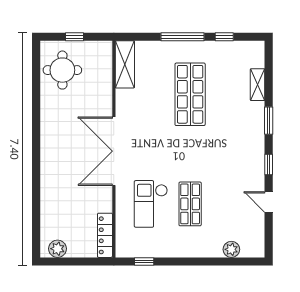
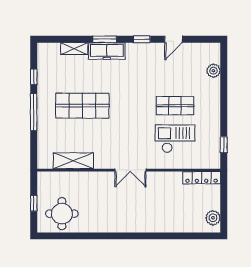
shelving: (125, 64) -> (73, 161), moved
freezer: (255, 123) -> (107, 51), added
double door: (114, 151) -> (130, 170), width x0.54
checkout: (151, 204) -> (175, 139), turned 180

